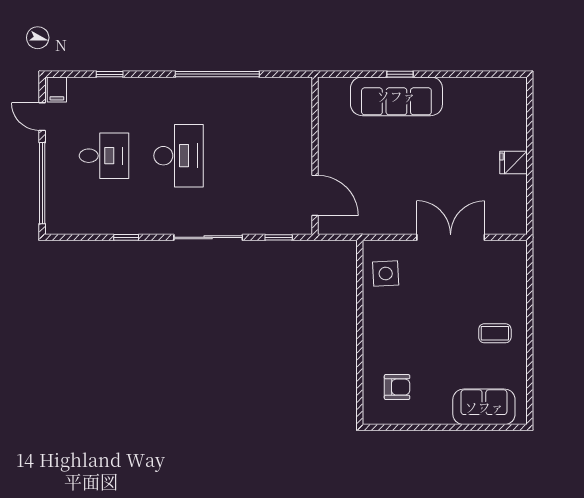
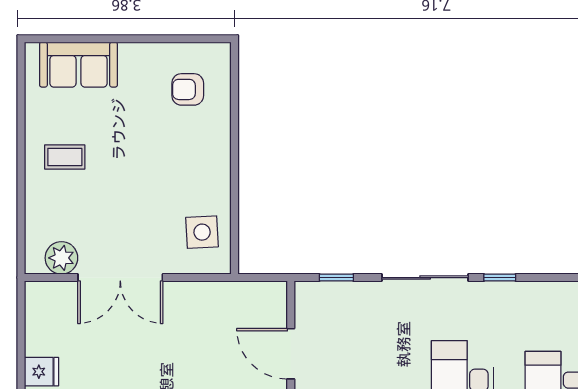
door: (315, 195) -> (291, 354), moved
window: (126, 237) -> (500, 278), moved
plant: (498, 253) -> (61, 258), added

